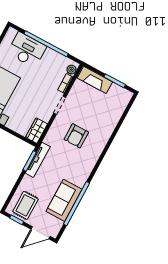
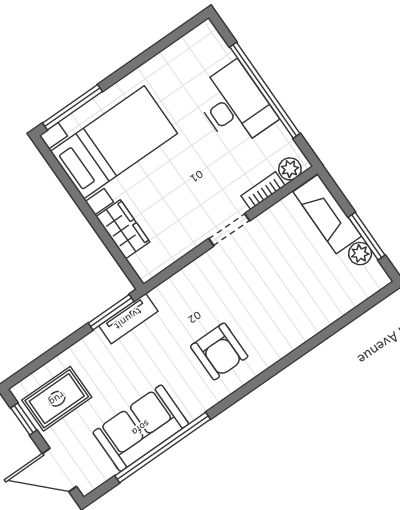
desk: (27, 50) -> (235, 105), moved
plant: (116, 89) -> (360, 254), added
wardrobe: (36, 131) -> (123, 229), moved, turned 90
armchair: (76, 136) -> (219, 351), moved, turned -90
tv unit: (38, 160) -> (128, 319), width x0.71

